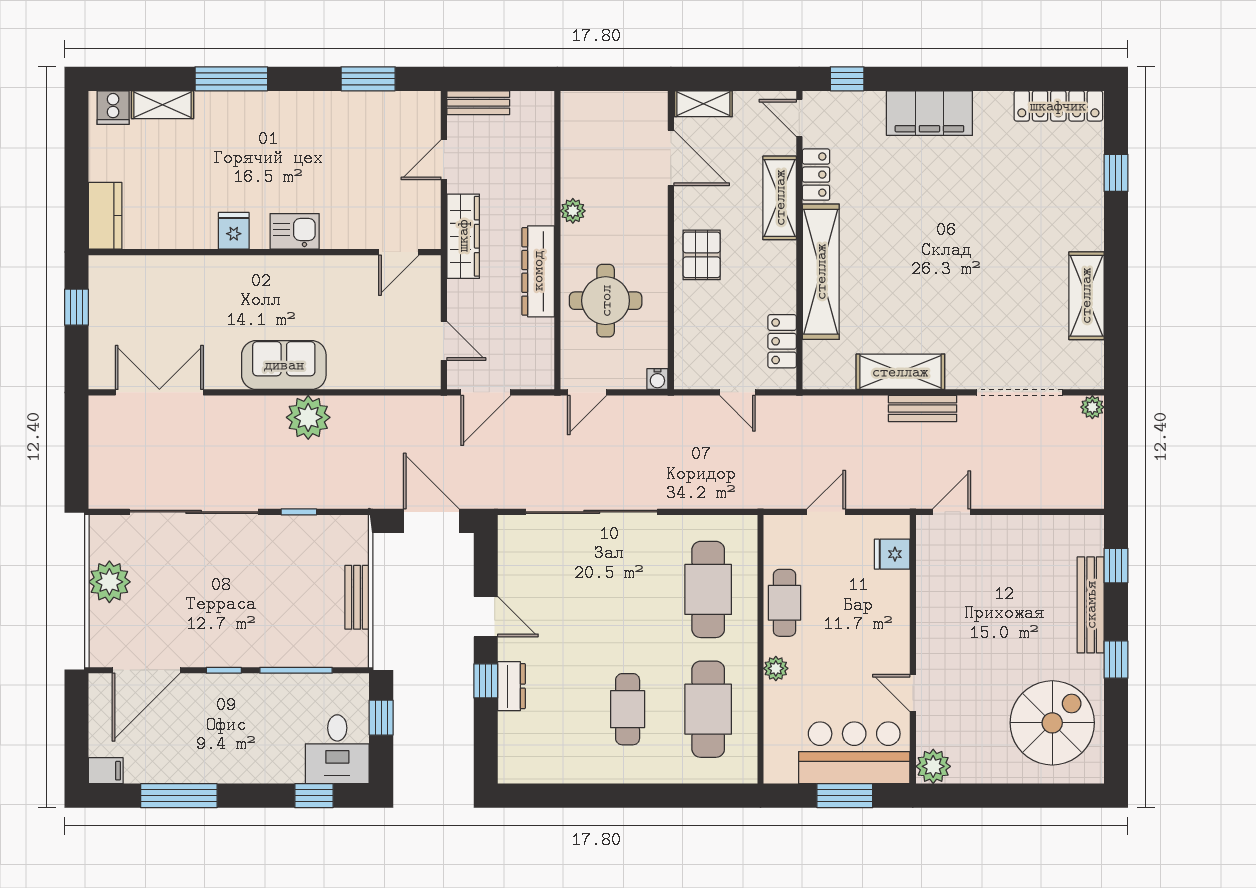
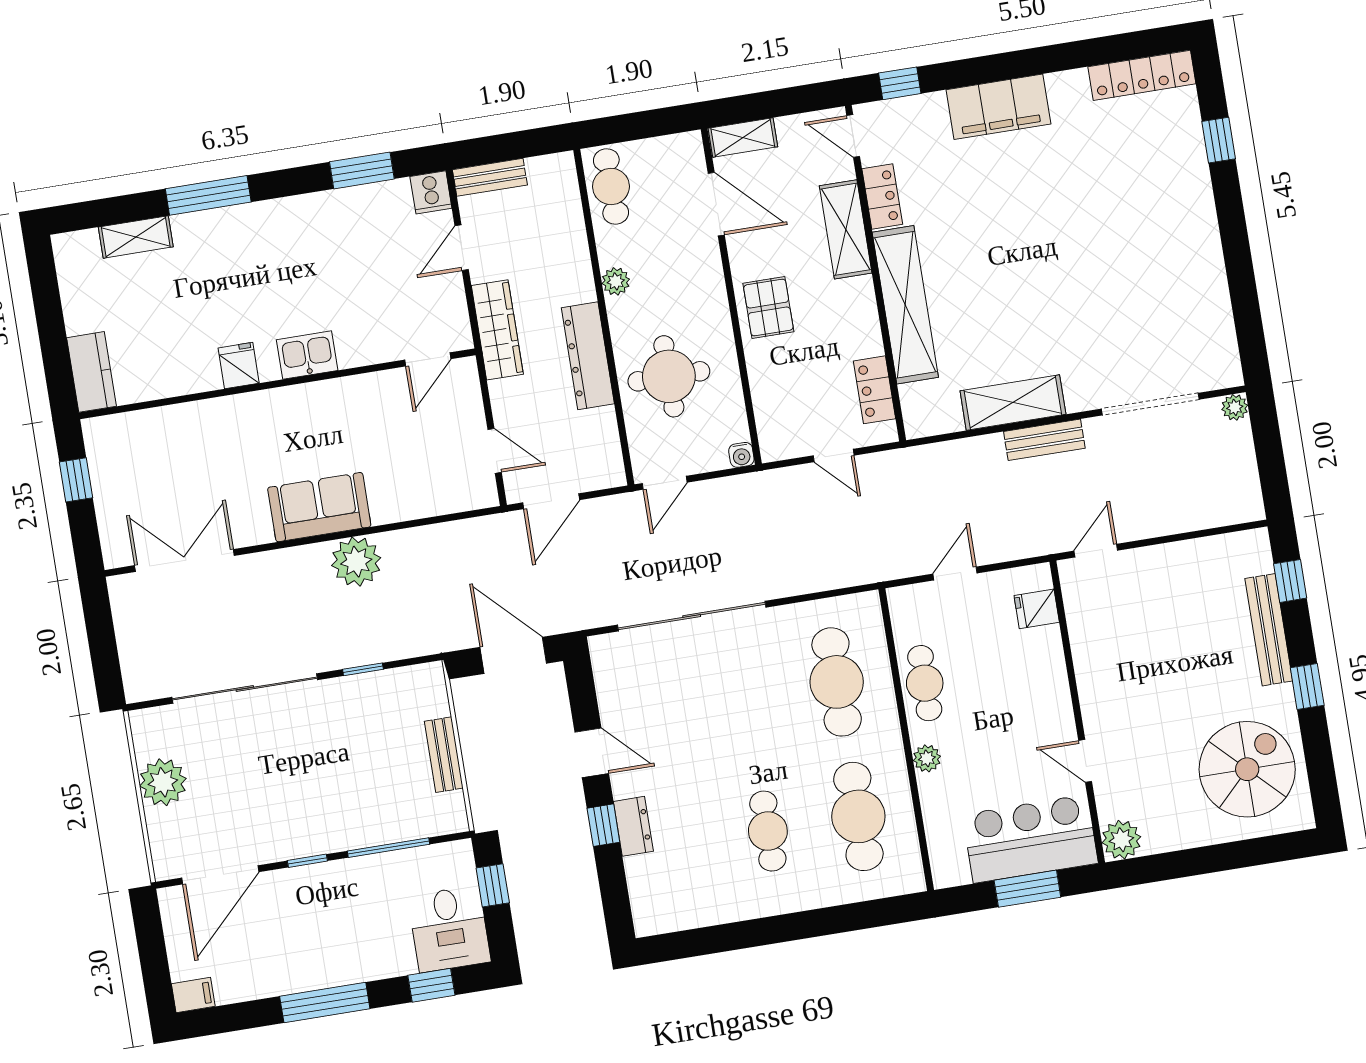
cooker: (113, 108) -> (431, 192), moved
cafe table: (582, 128) -> (611, 186), added
shelving: (1086, 296) -> (1208, 283), removed
window: (179, 796) -> (325, 1002), moved

